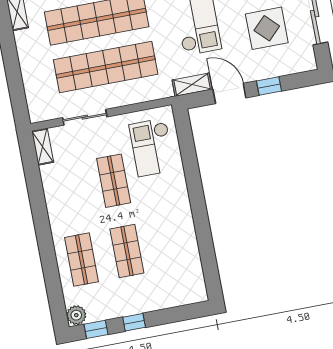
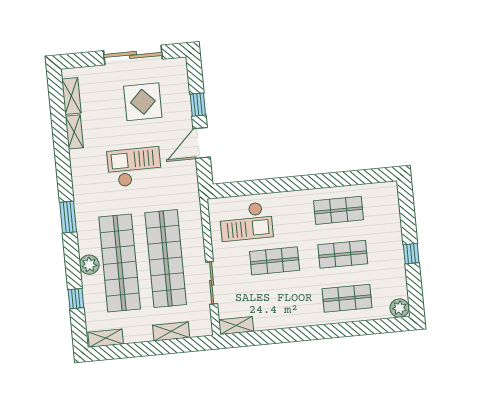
shelving: (192, 85) -> (171, 331), moved, turned 90
shop shelf: (172, 242) -> (338, 210), added
window: (96, 329) -> (415, 290), removed

